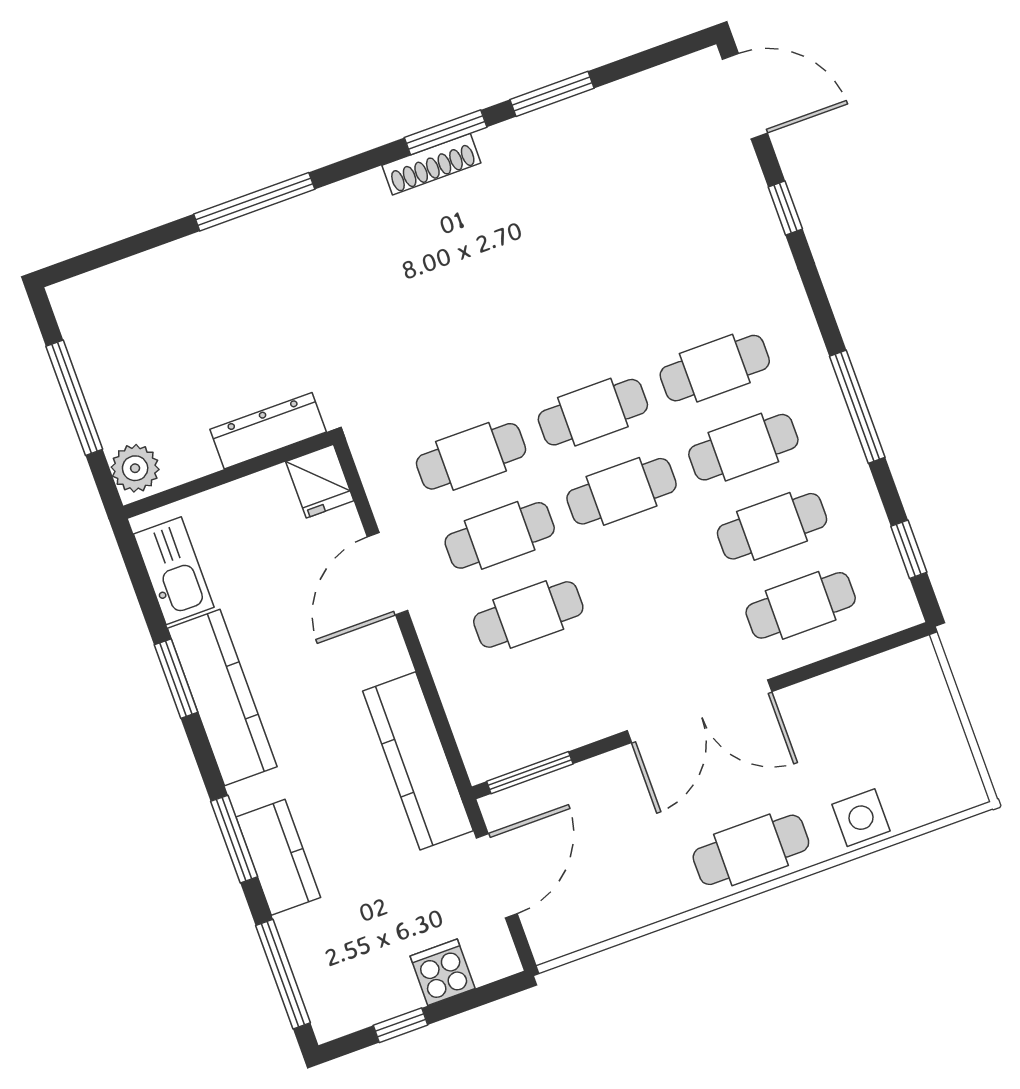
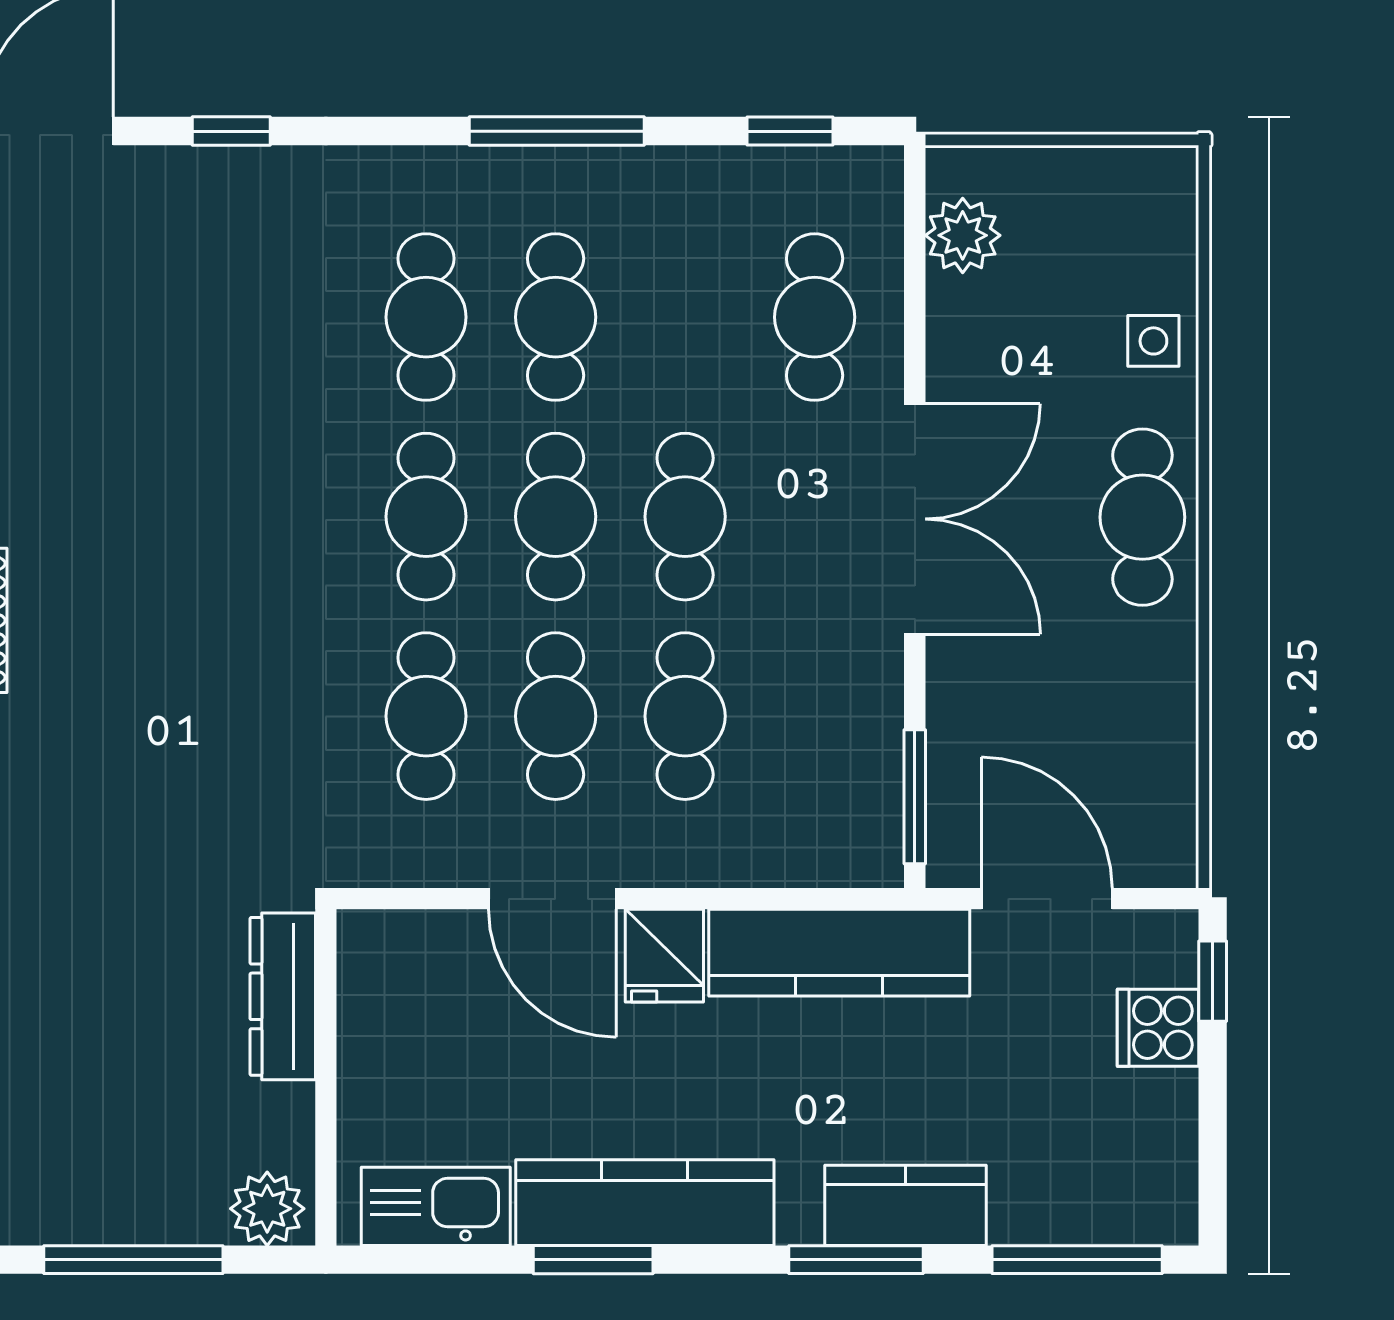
fridge: (320, 481) -> (664, 956), moved, turned 90
cafe table: (772, 526) -> (685, 517), moved
plant: (883, 678) -> (963, 235), added
side table: (861, 818) -> (1153, 341), width x0.73, depth x0.73
window: (400, 1025) -> (1213, 981), moved

